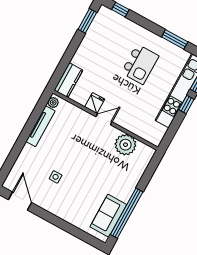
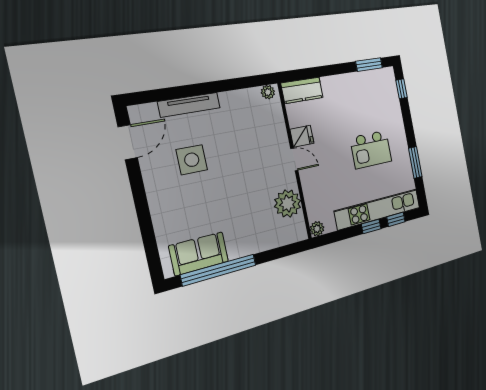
tv unit: (40, 126) -> (189, 105), moved
plant: (156, 140) -> (317, 229), added
side table: (56, 177) -> (192, 160), width x1.87, depth x1.87

